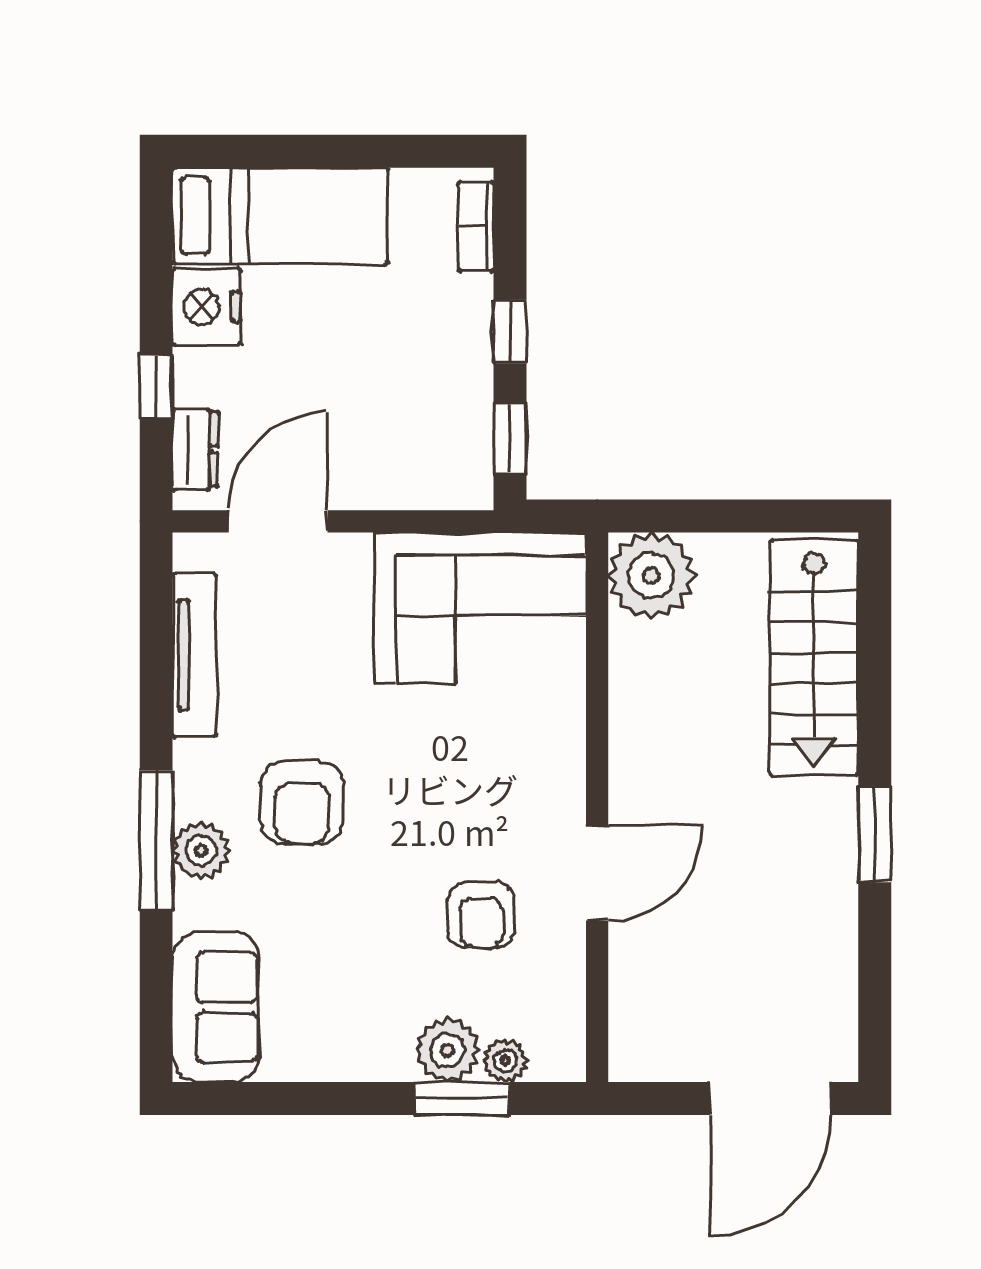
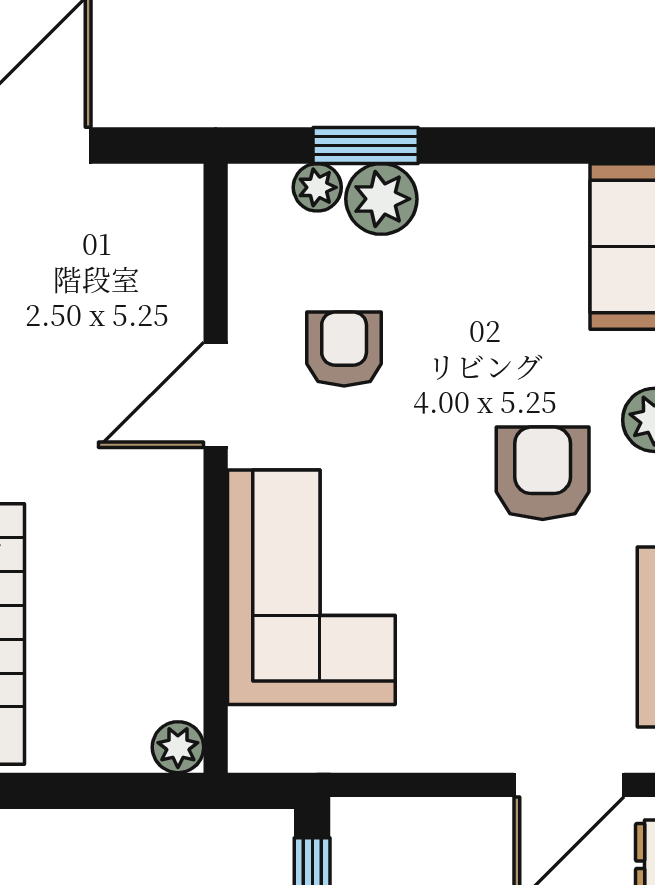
plant: (651, 576) -> (178, 747), width x0.53, depth x0.53
corner sofa: (480, 608) -> (311, 587), moved, turned 90

